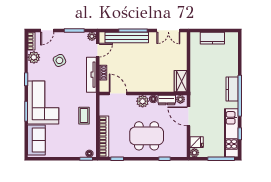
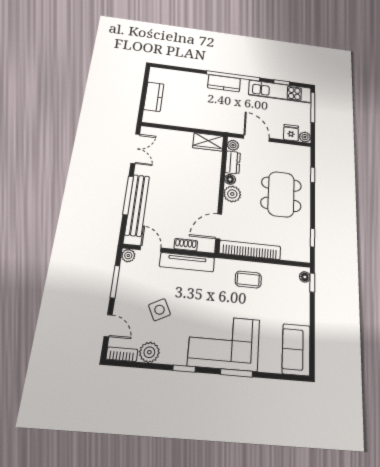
door: (189, 116) -> (257, 138), swing flipped
bookcase: (104, 136) -> (250, 250), moved
sofa: (36, 140) -> (296, 350), moved, turned -90

